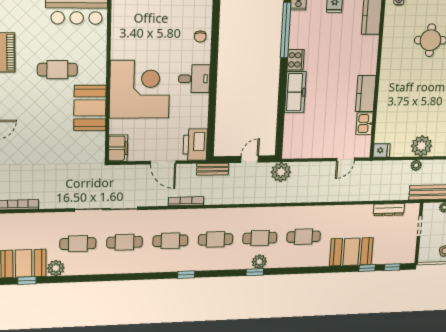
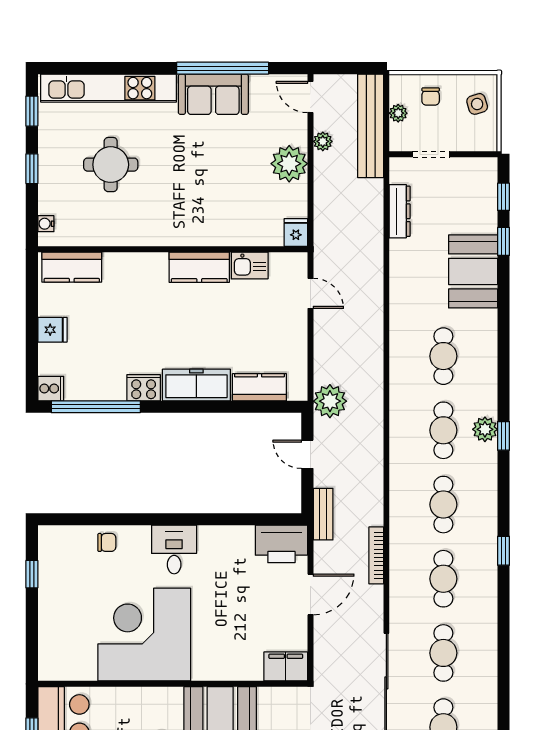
corner desk: (140, 89) -> (144, 635), moved
kitchen counter: (292, 130) -> (259, 387), added
plant: (416, 165) -> (323, 141), moved

